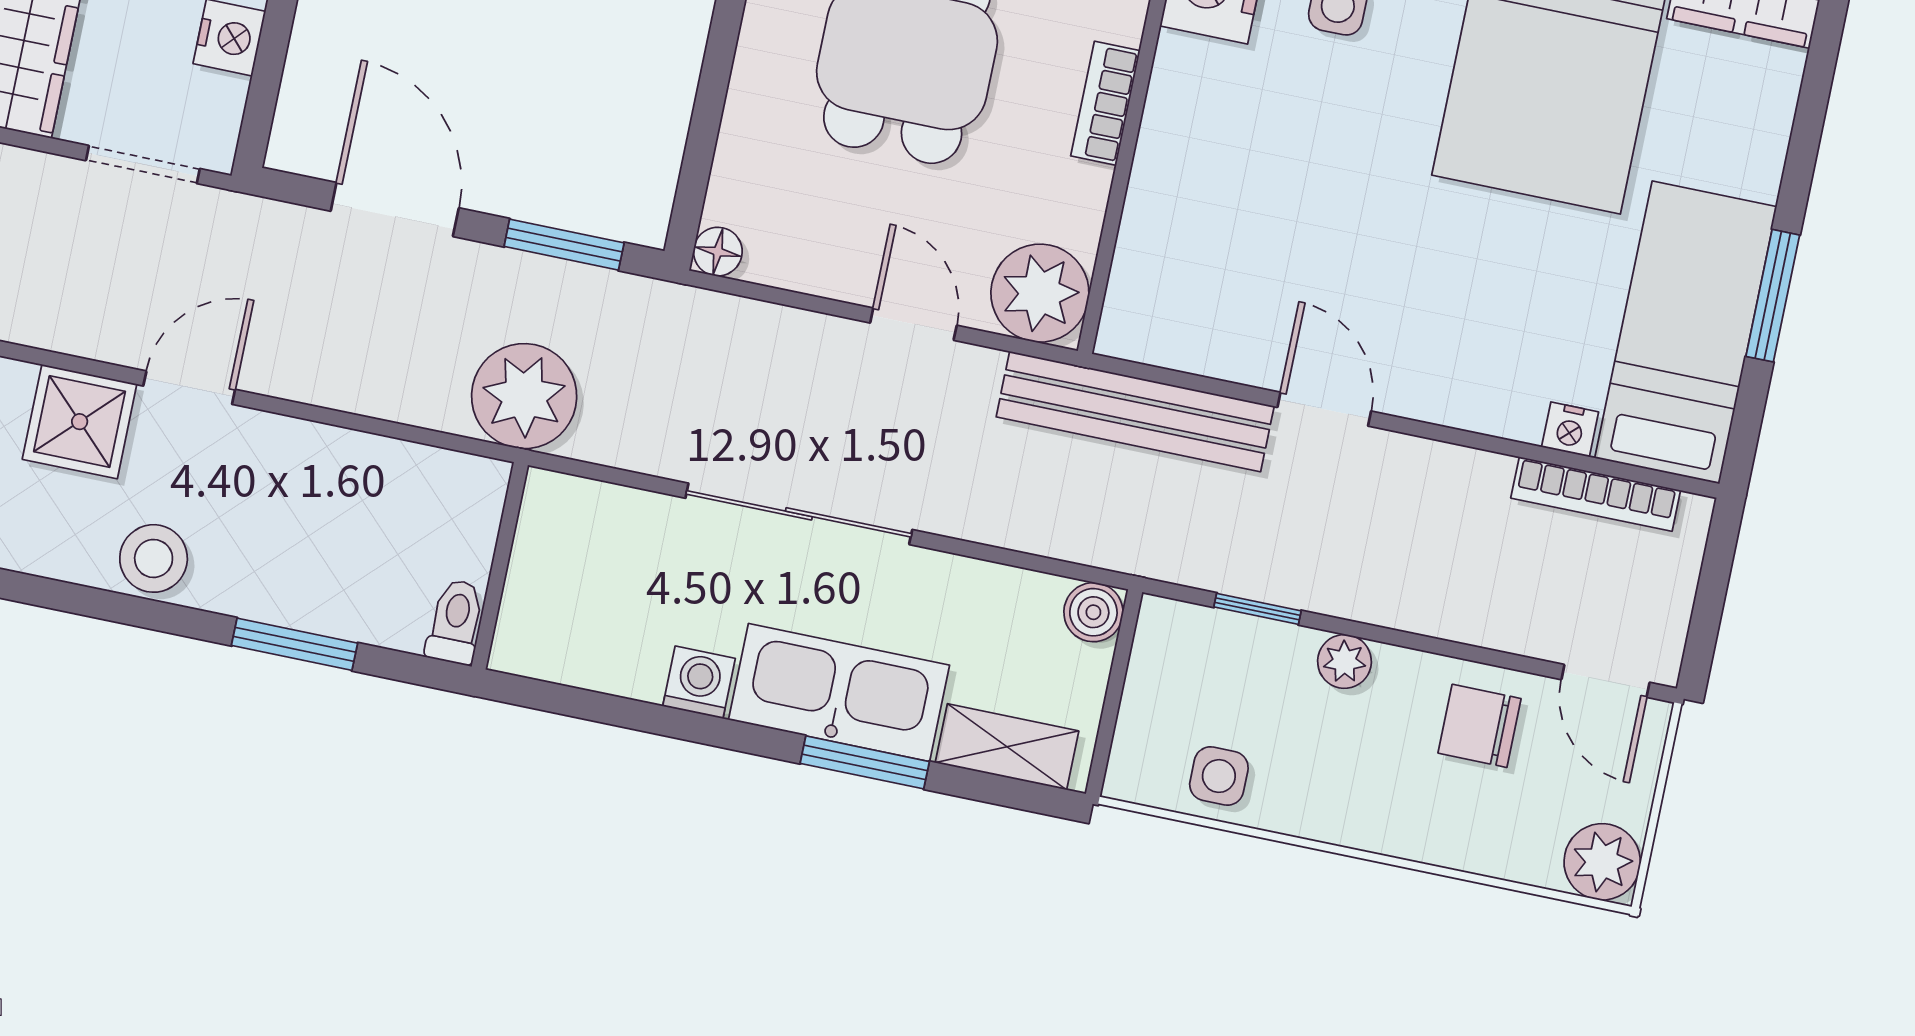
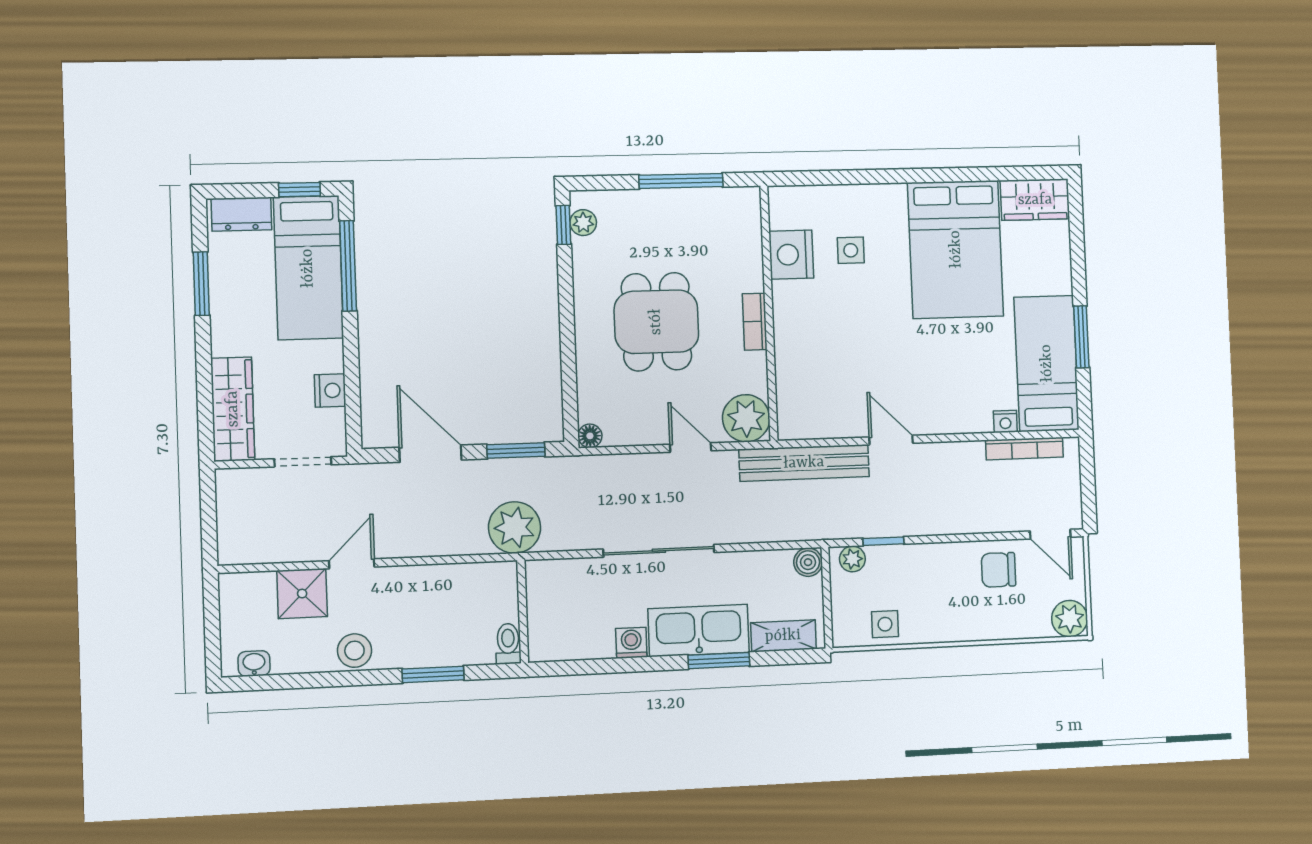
plant: (1344, 661) -> (852, 559), moved

